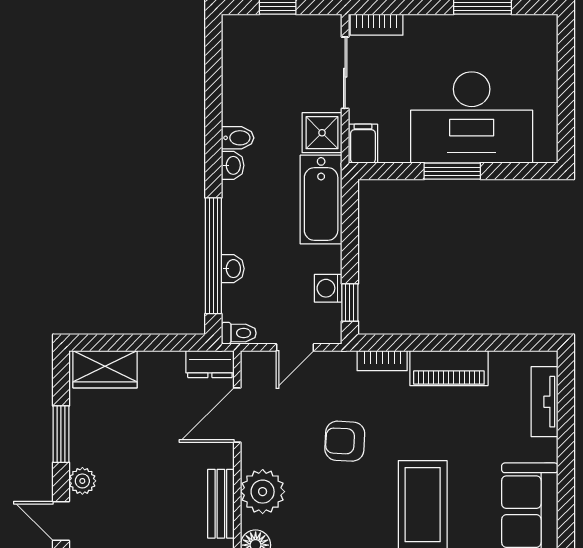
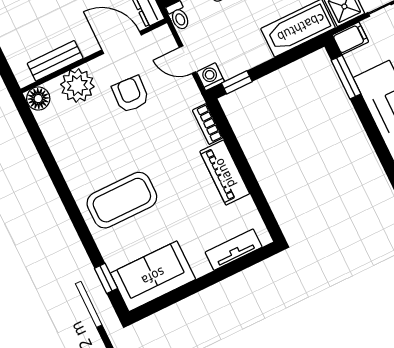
window: (452, 171) -> (346, 77), moved
washing machine: (328, 288) -> (211, 77), moved
armchair: (345, 441) -> (131, 94), moved

